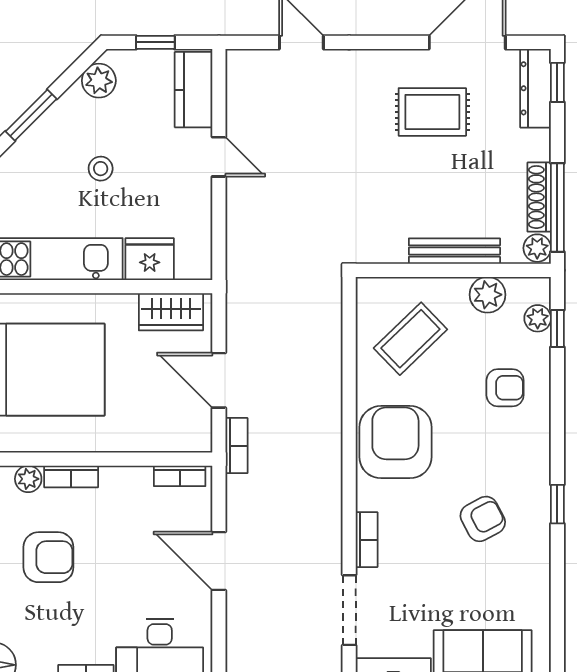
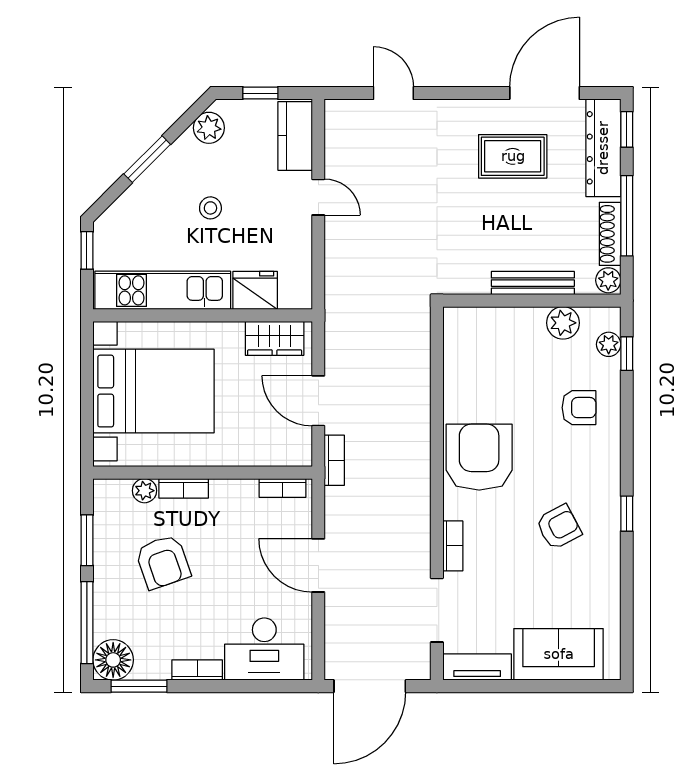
dresser: (536, 88) -> (603, 148), width x1.37, depth x1.24
window: (557, 207) -> (627, 216), moved
coffee table: (410, 339) -> (493, 363), removed
armchair: (48, 557) -> (163, 562), turned 71

